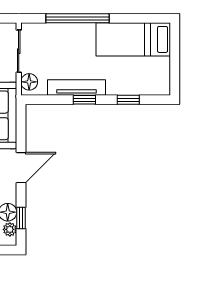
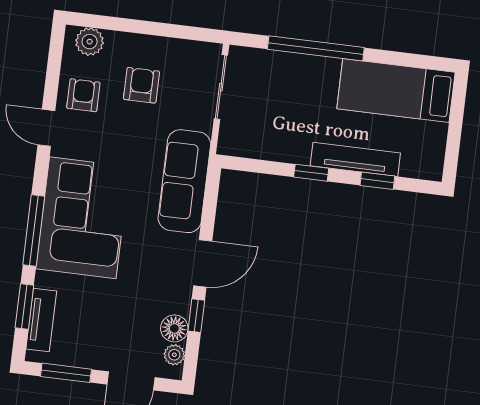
floor lamp: (29, 82) -> (231, 135), removed
tv unit: (76, 88) -> (355, 159), moved
window: (21, 218) -> (196, 316), moved

